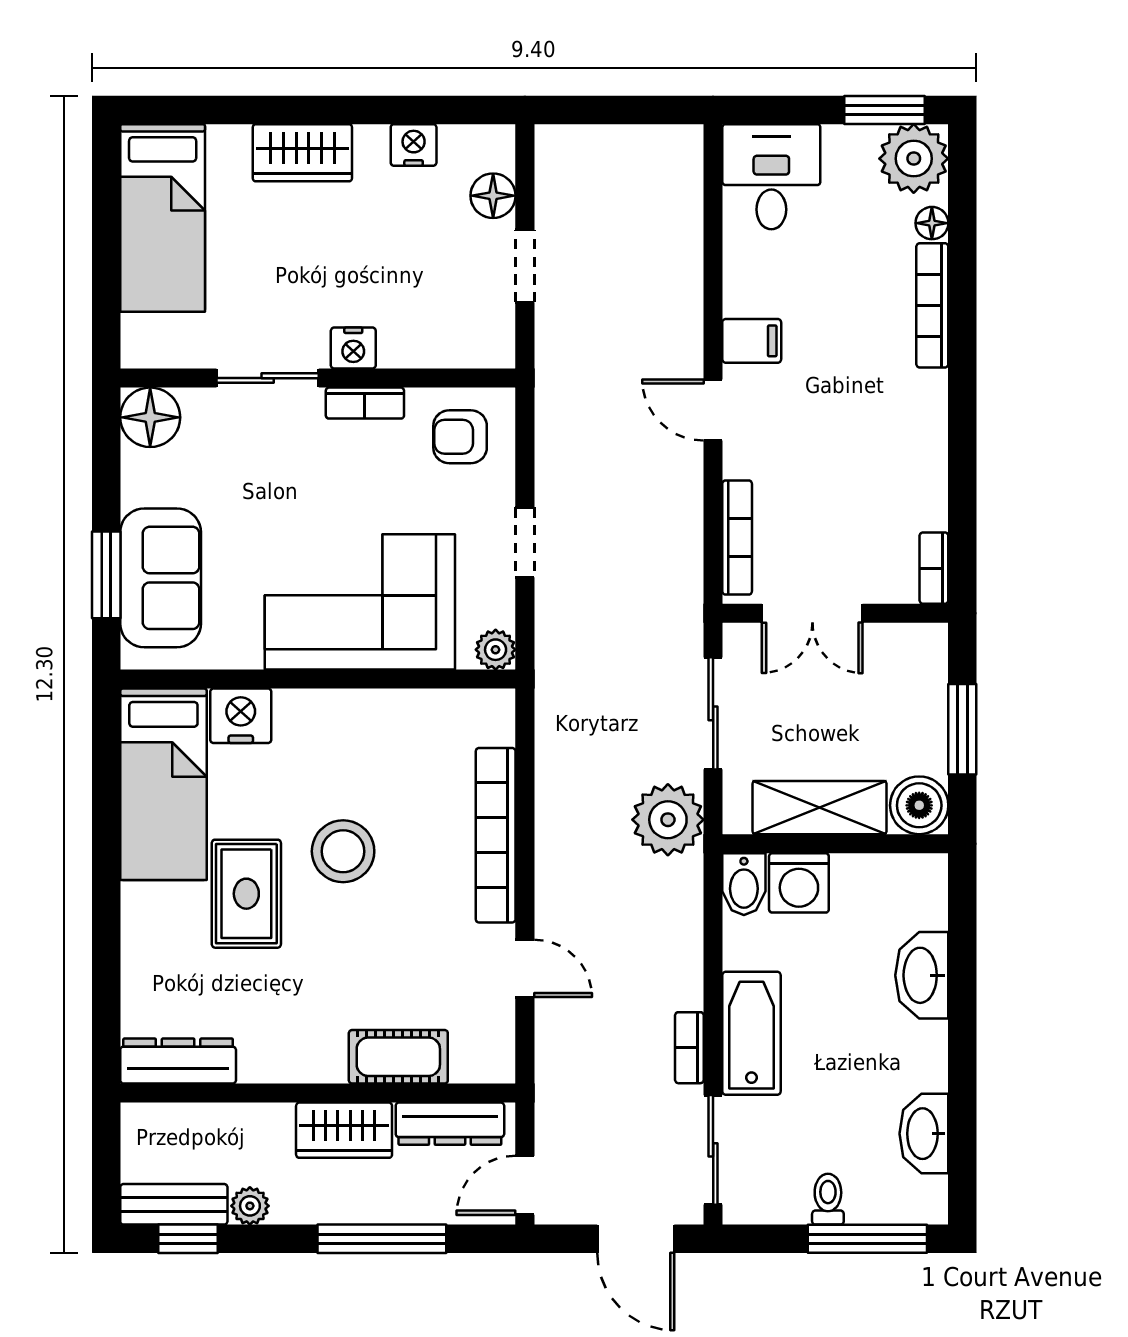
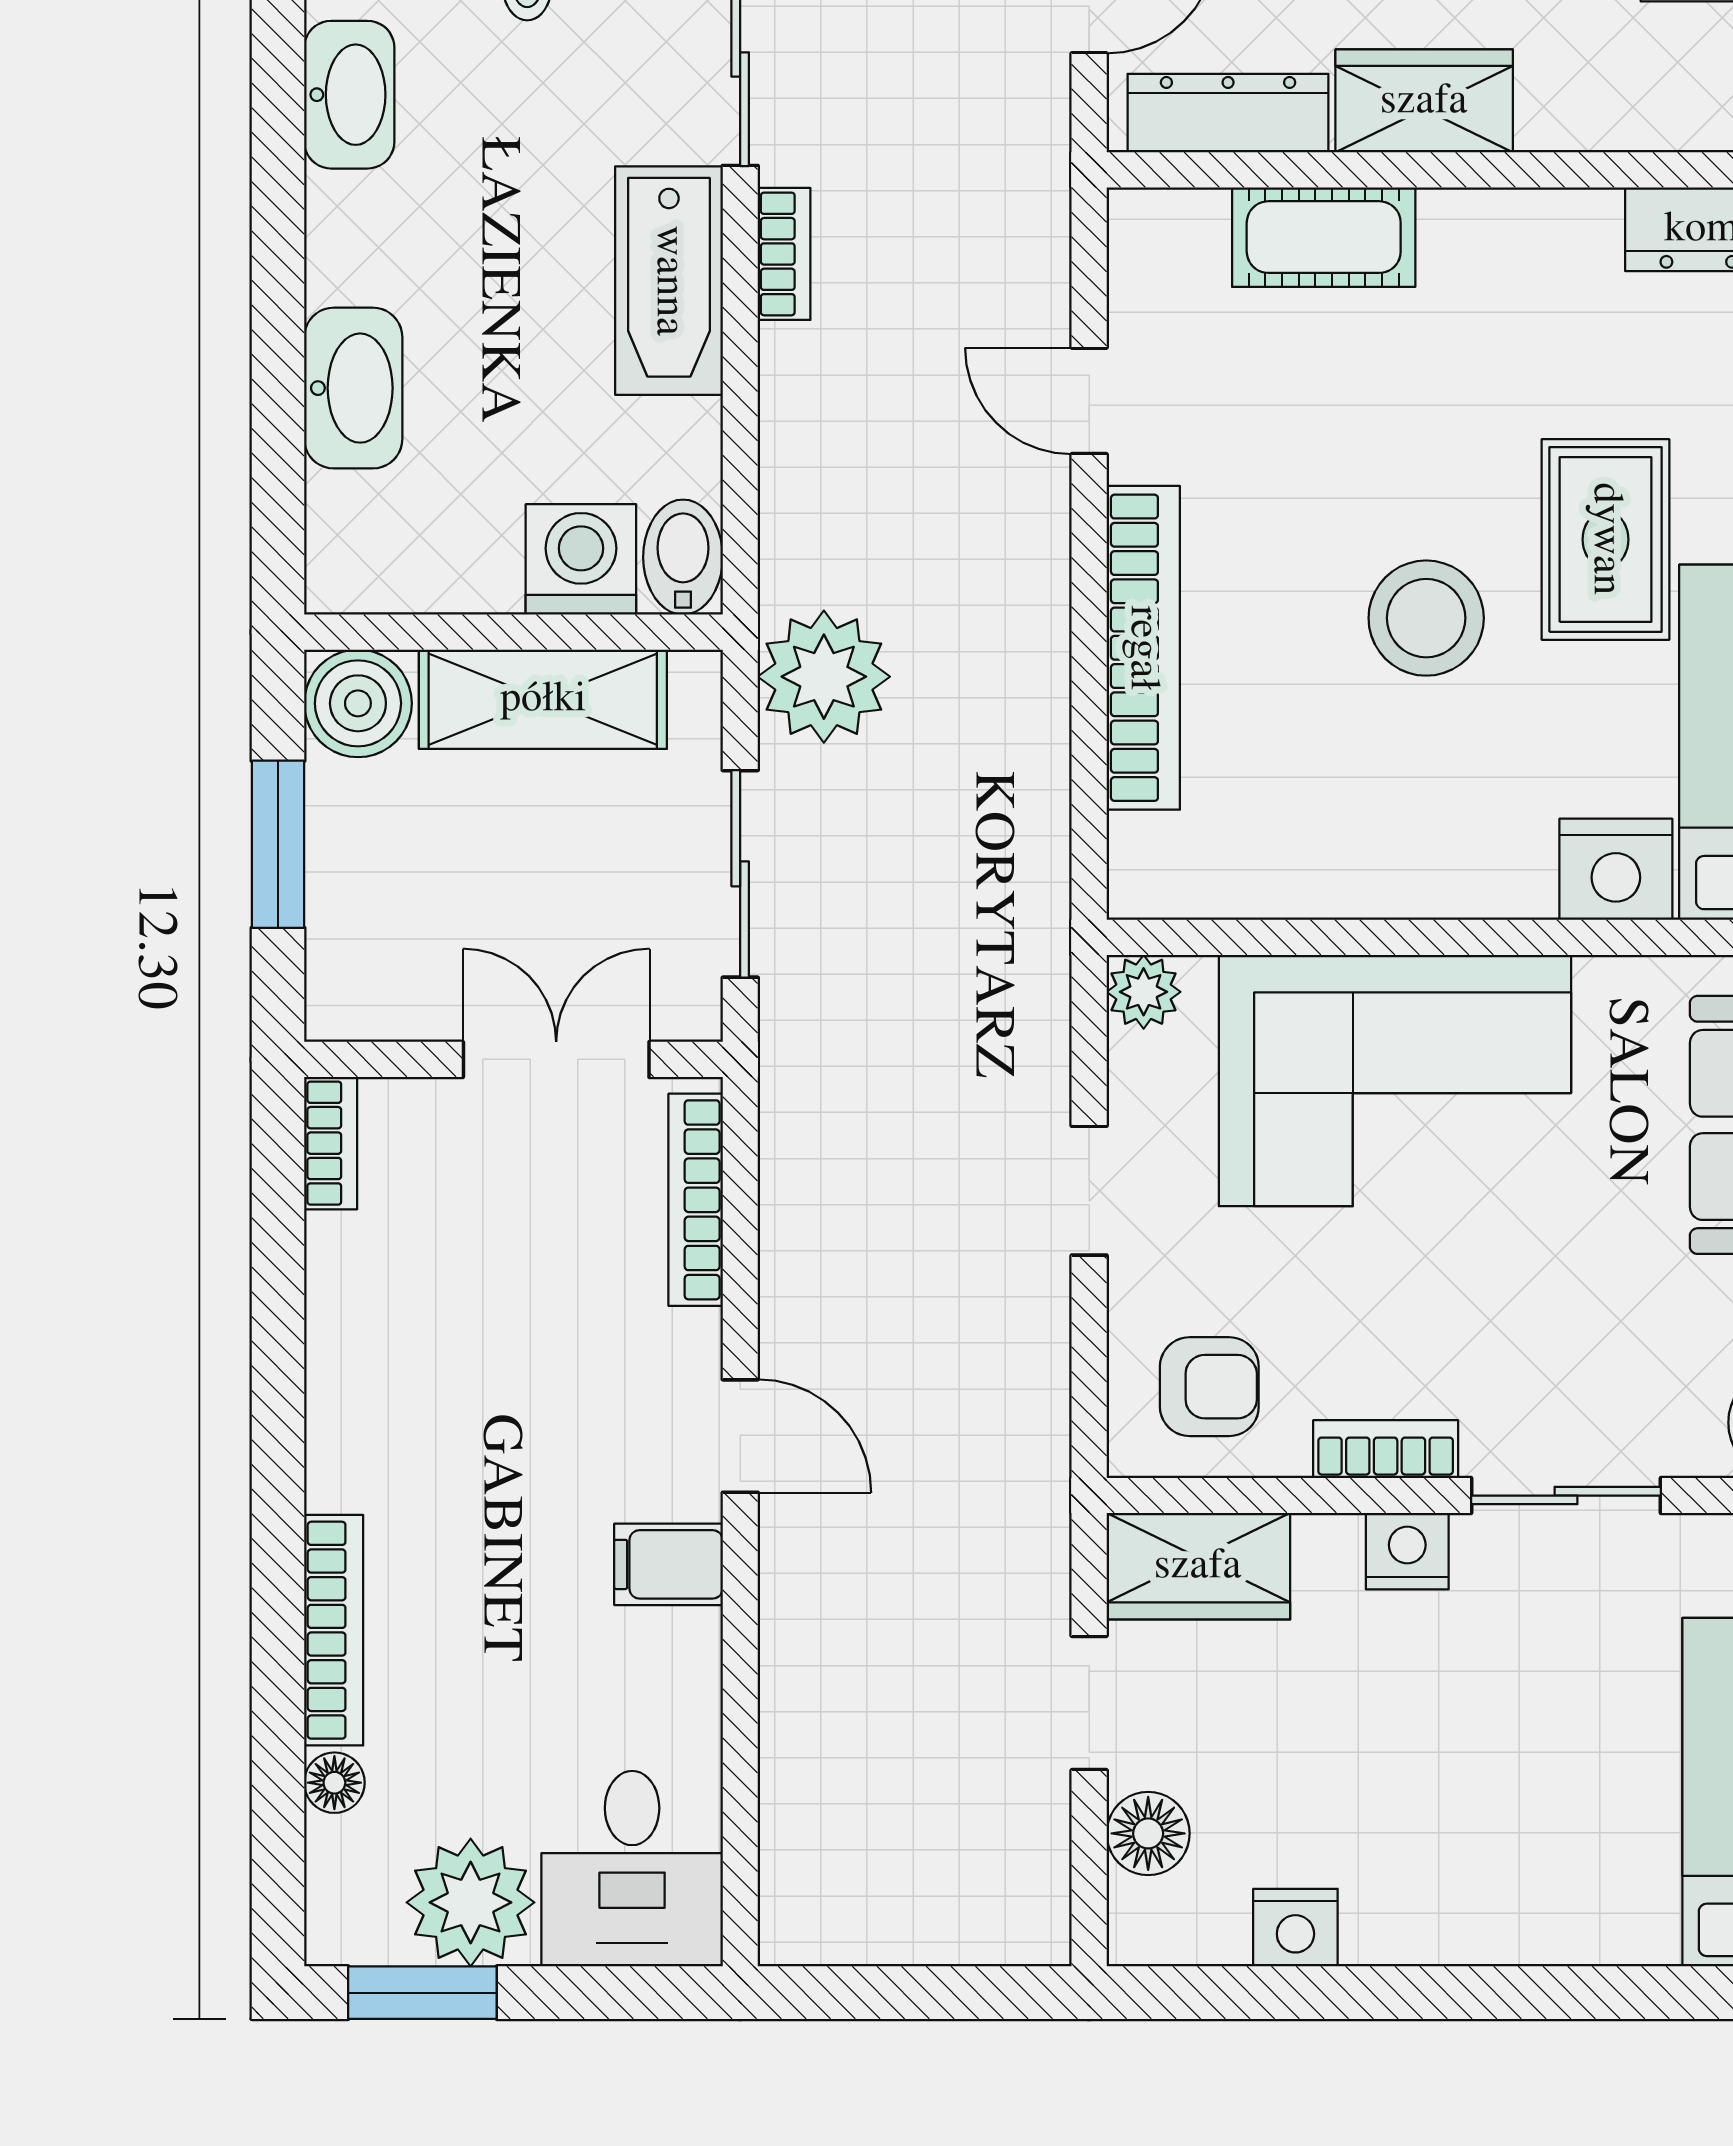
wardrobe: (302, 153) -> (1198, 1566), moved, turned 180
plant: (914, 159) -> (471, 1902), moved

